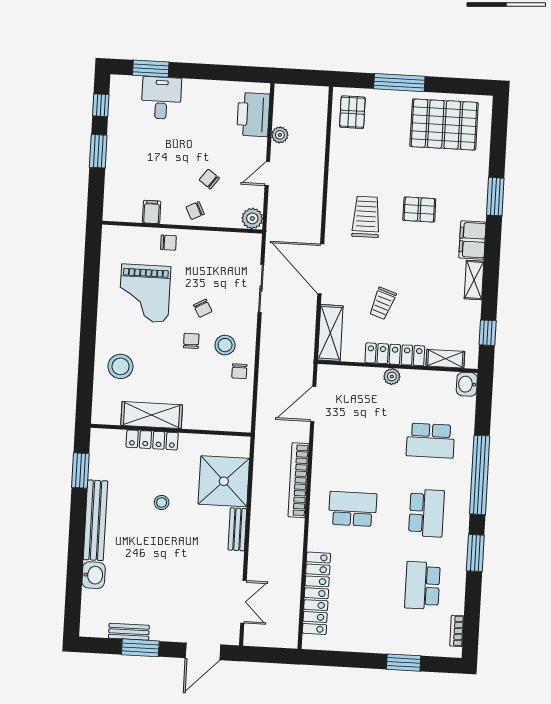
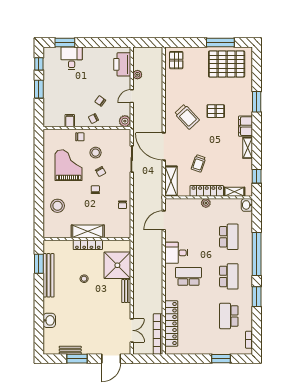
window: (399, 83) -> (220, 43), moved
trolley: (366, 217) -> (187, 117), turned 137
grand piano: (145, 293) -> (68, 165), turned 180
stool: (225, 345) -> (96, 153), moved
shelving: (152, 415) -> (88, 231), moved
locker: (152, 440) -> (88, 245), moved
school desk: (430, 441) -> (229, 237), turned -90
desk: (333, 465) -> (176, 253), added
bookcase: (299, 480) -> (158, 334), moved
bench: (95, 520) -> (49, 275), moved

